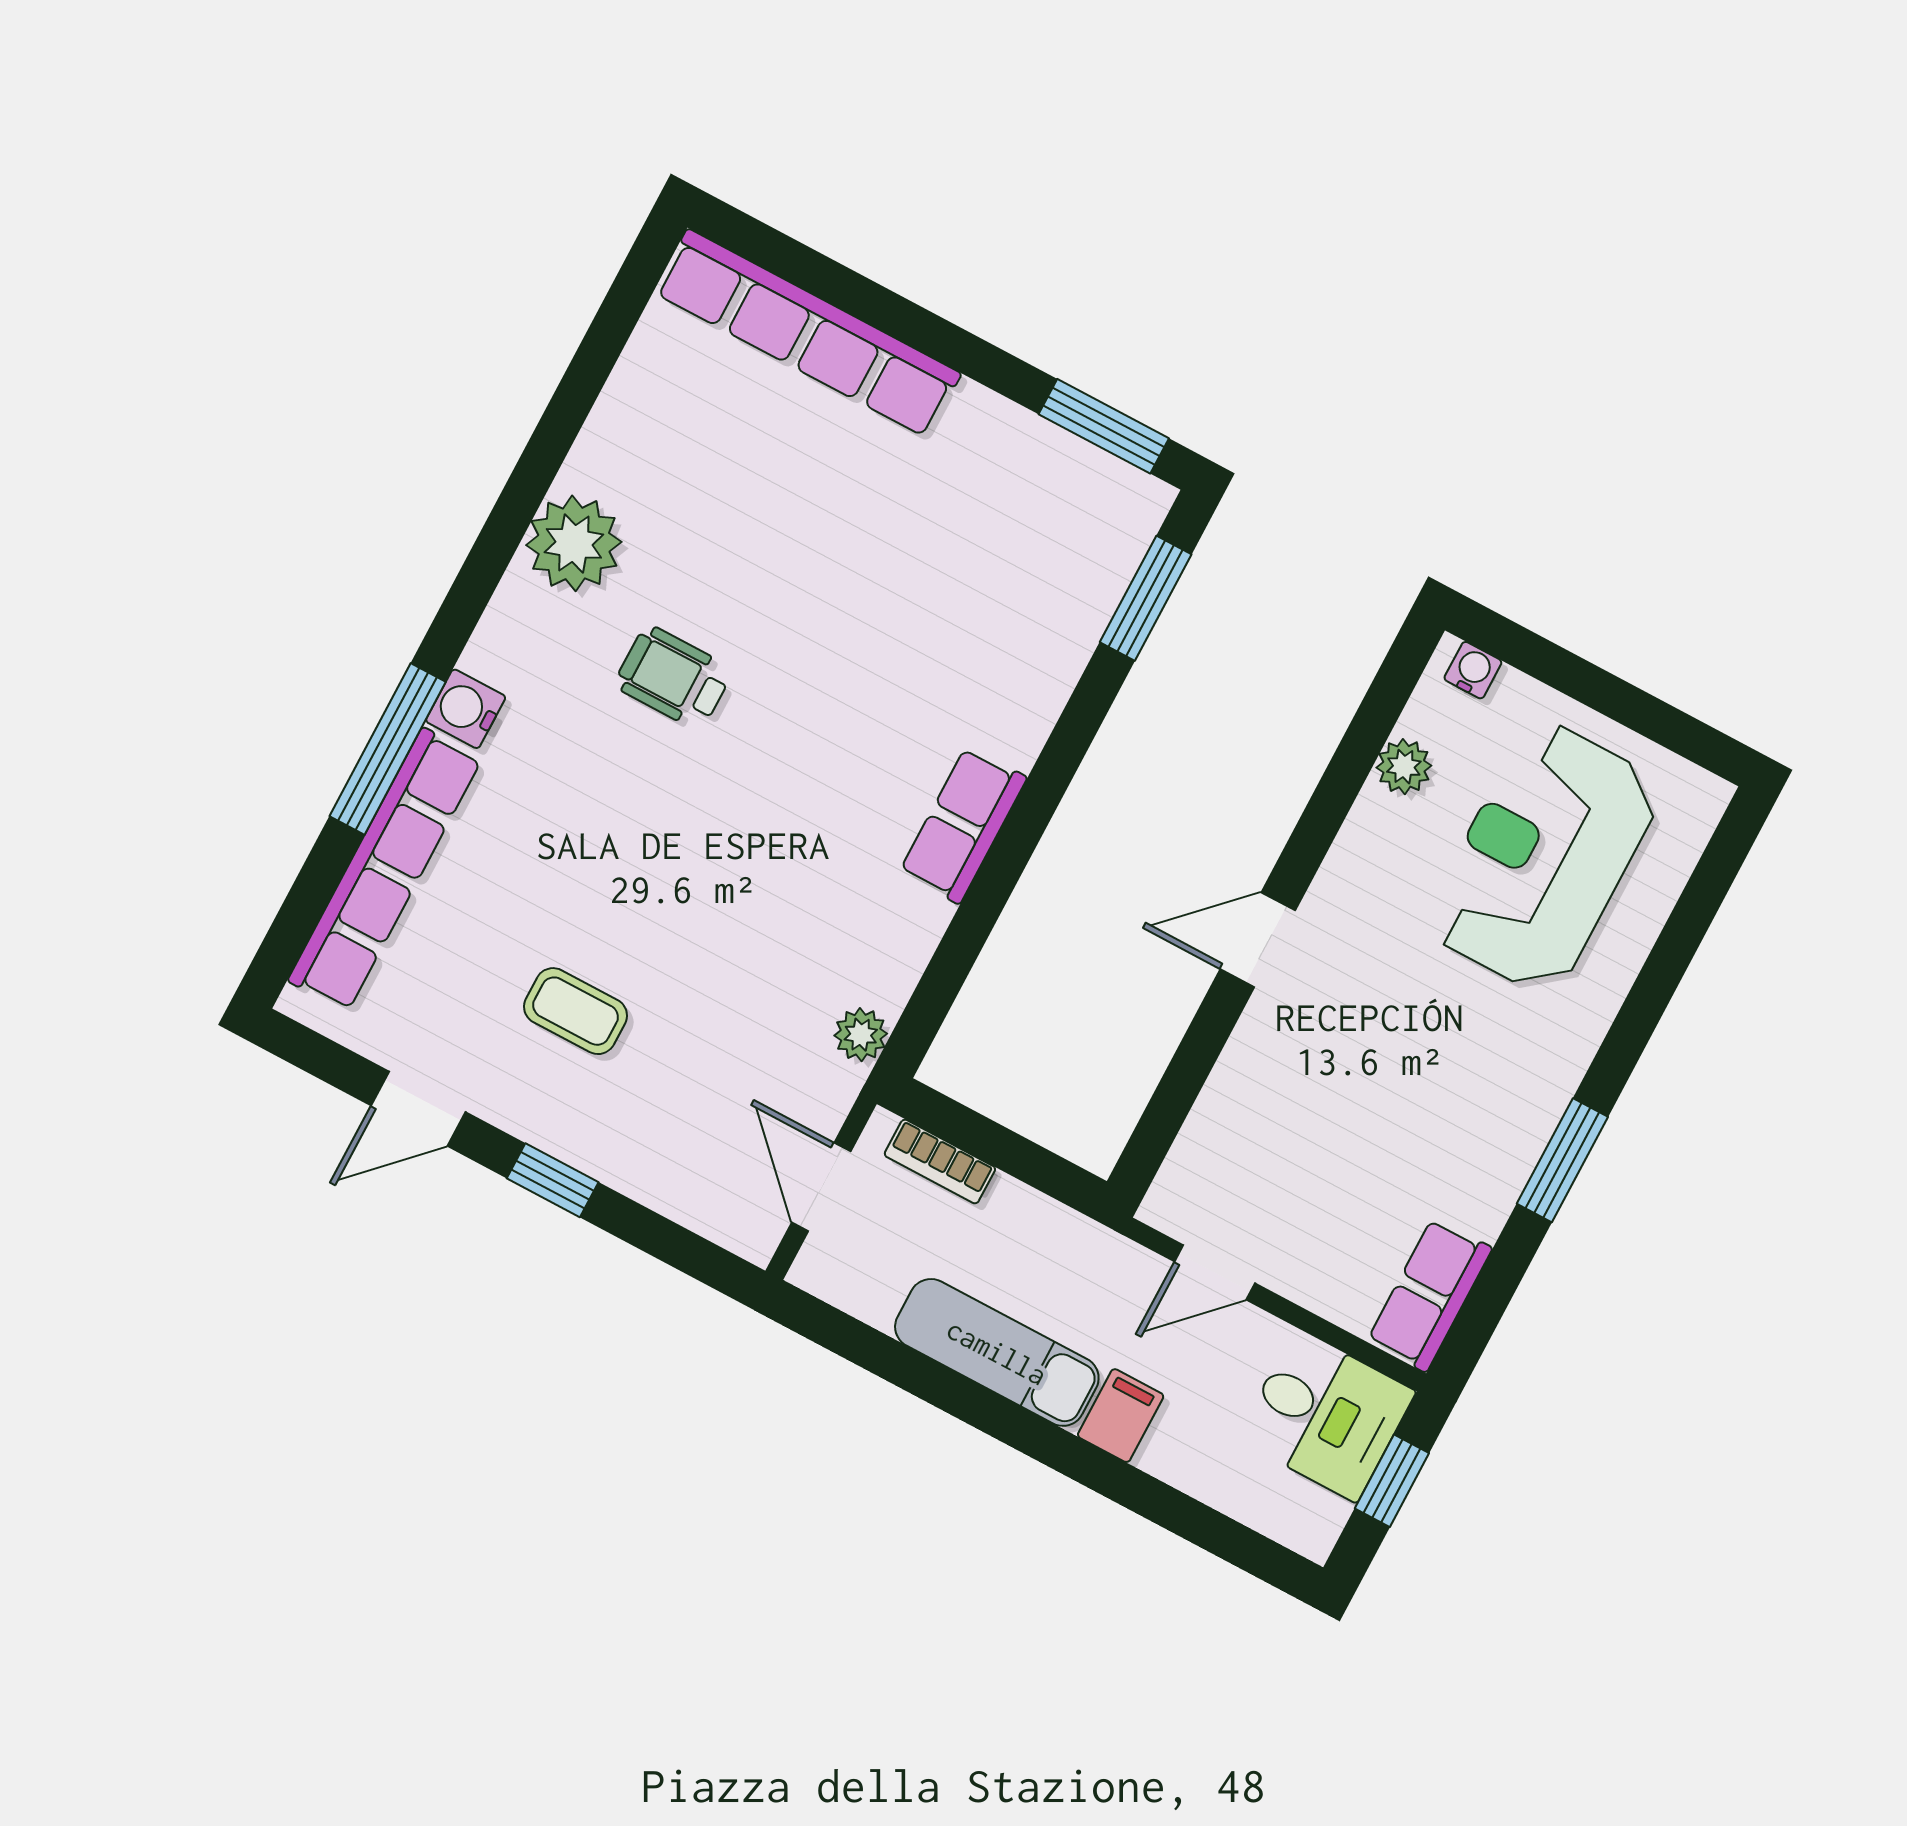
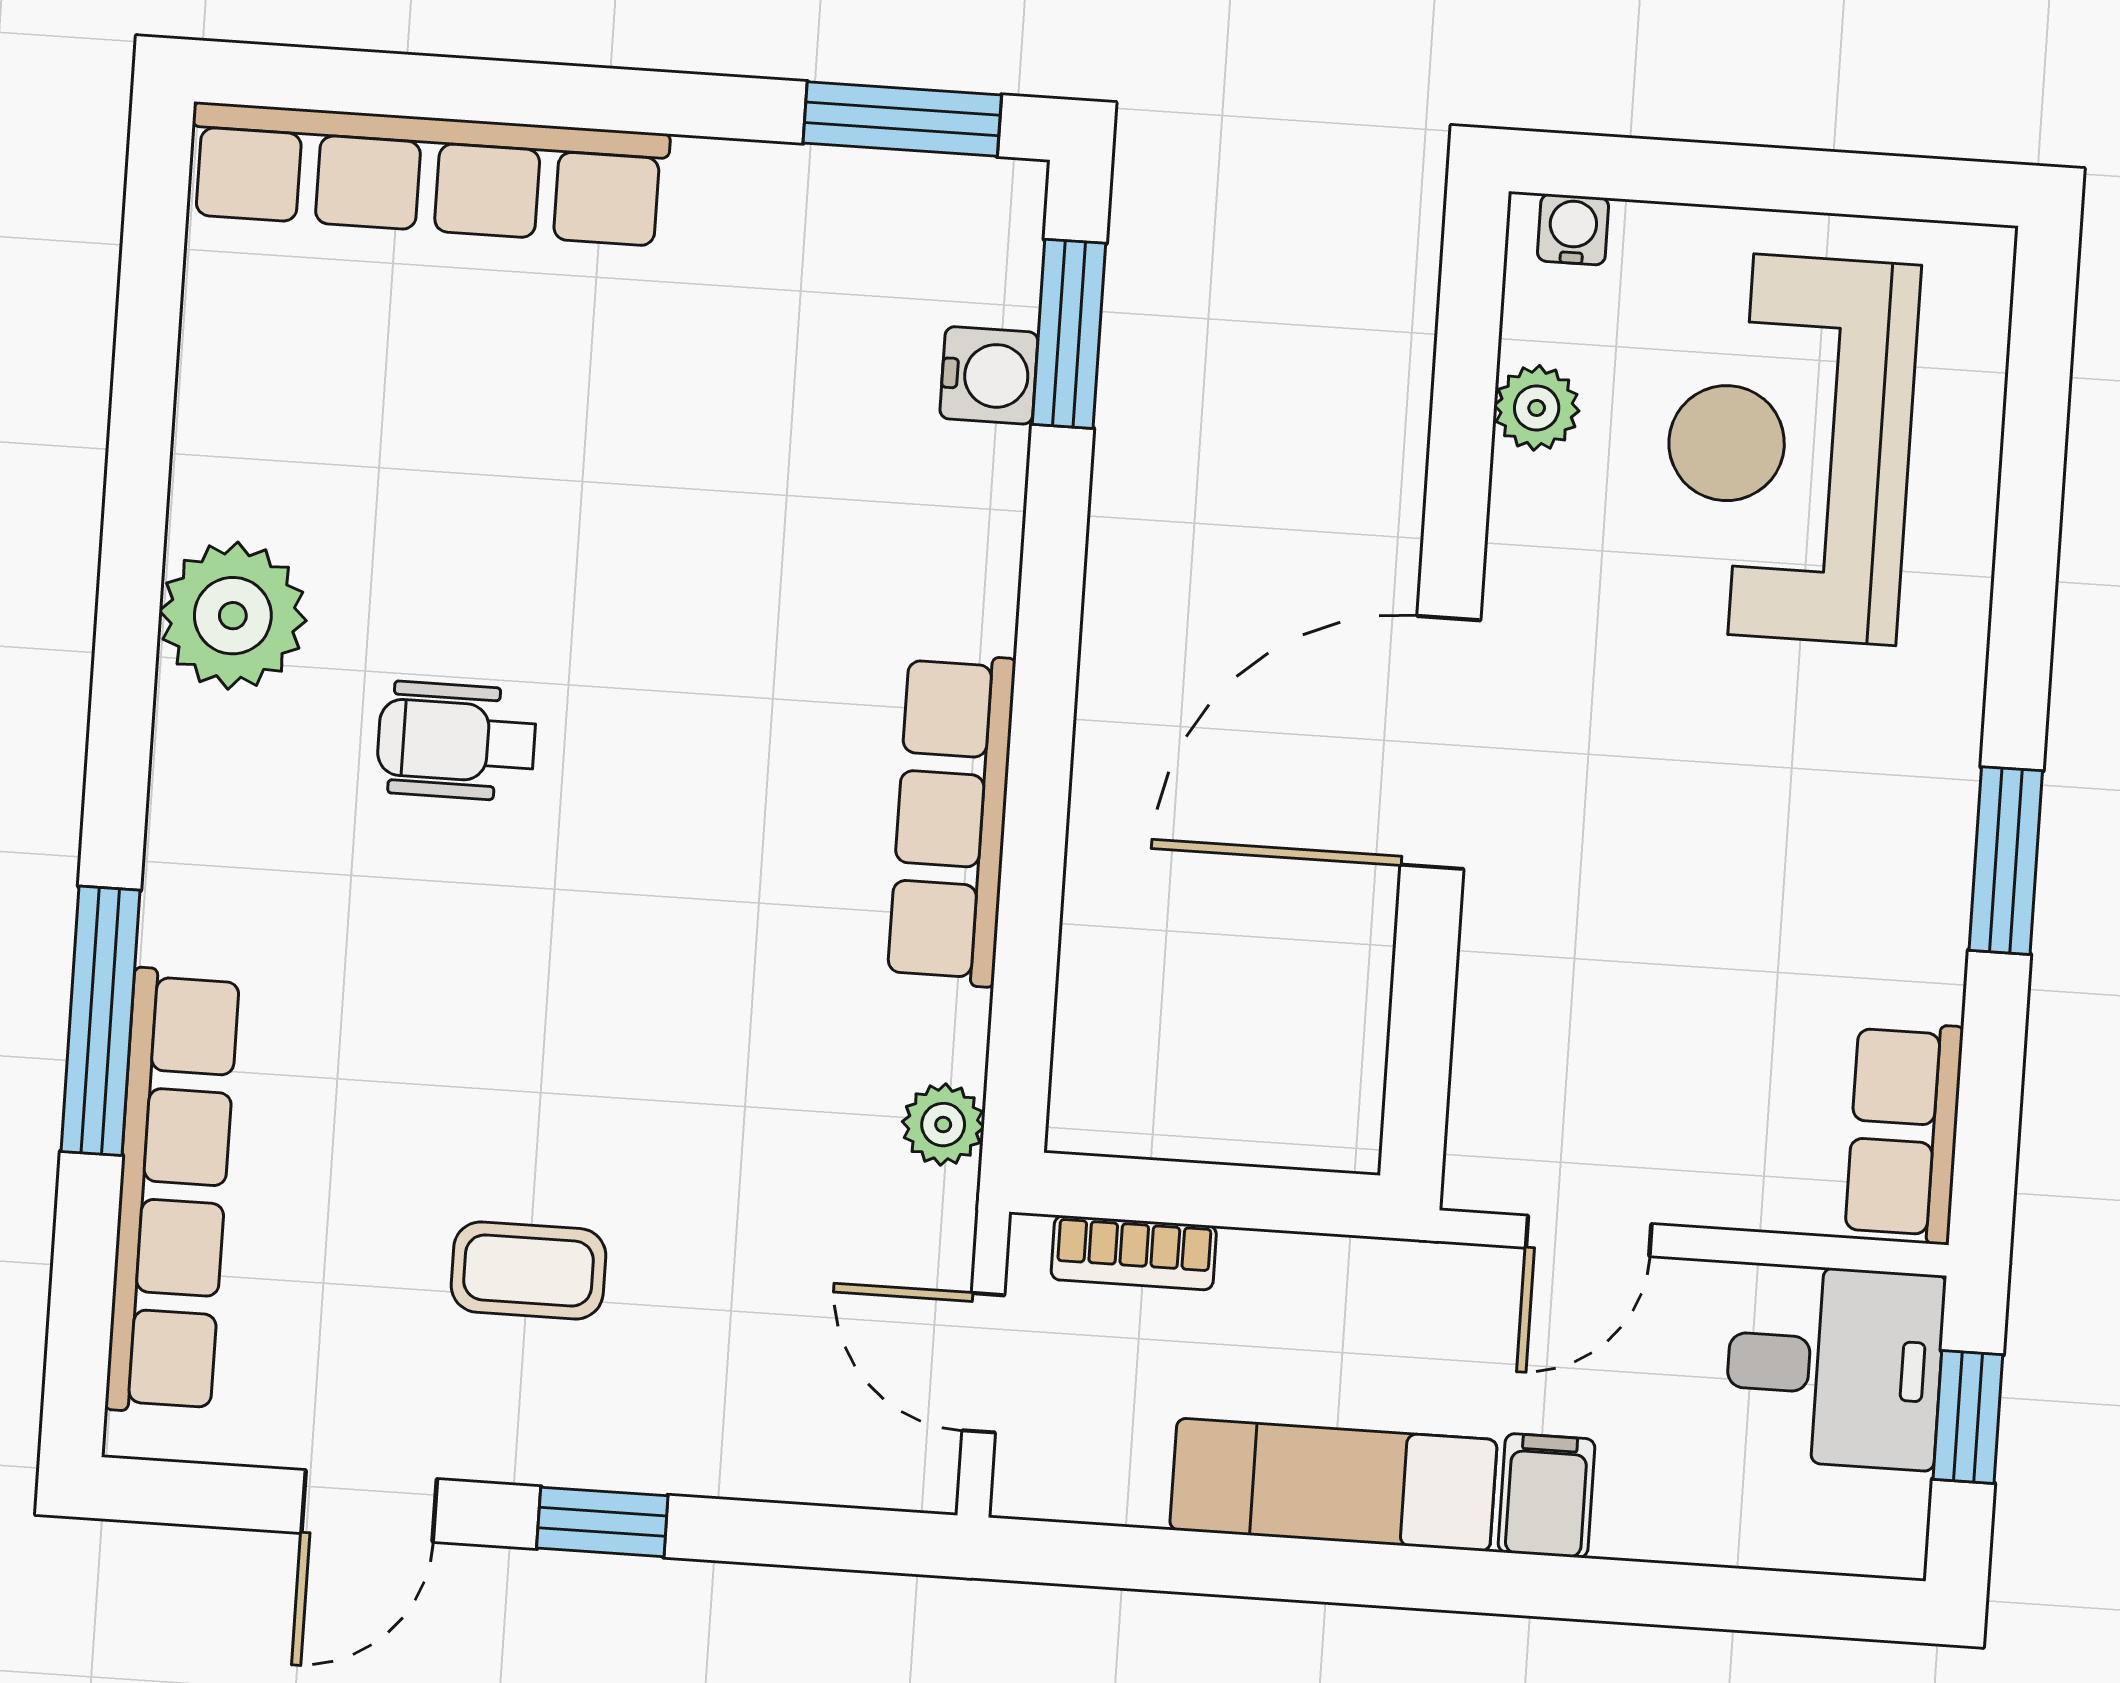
water cooler: (466, 709) -> (989, 375), moved, turned 180
row of seats: (963, 825) -> (952, 820), width x1.48
door: (1258, 940) -> (1440, 743), width x1.88

